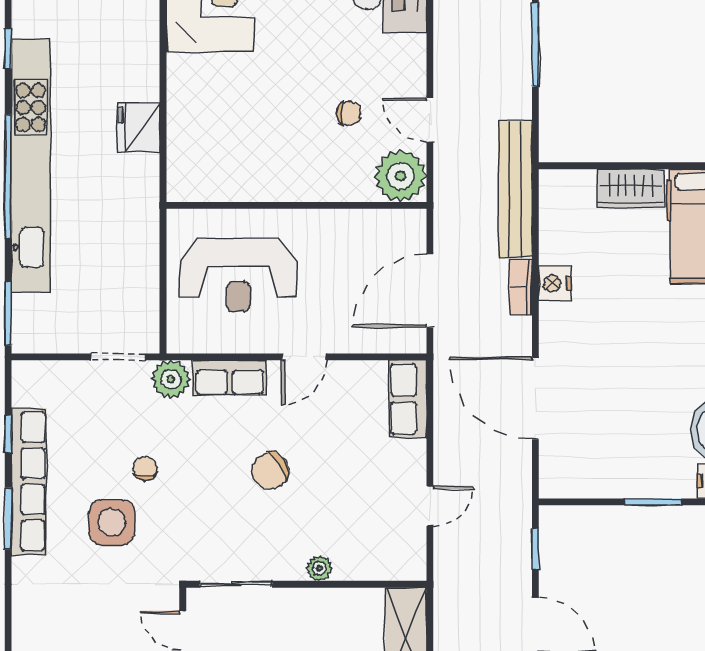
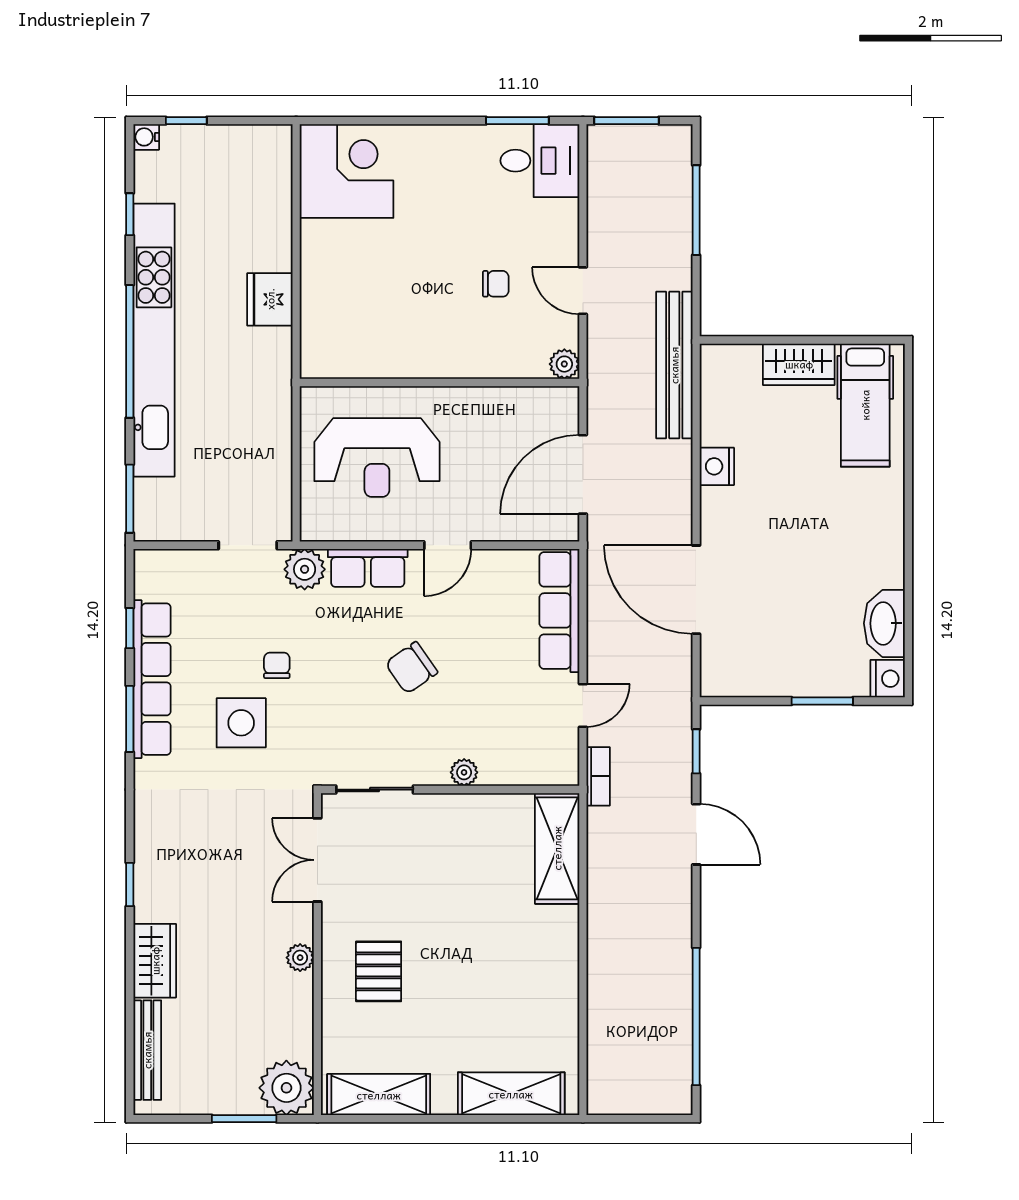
plant: (401, 176) -> (564, 364), width x0.53, depth x0.53
bookcase: (521, 287) -> (598, 776), moved, turned 180
row of seats: (408, 399) -> (559, 610), width x1.48

